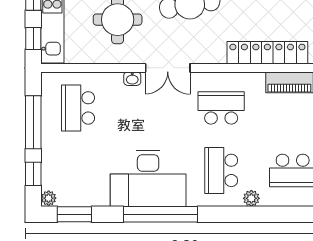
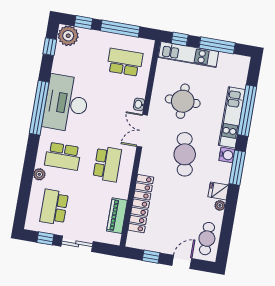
school desk: (221, 170) -> (63, 156), turned 180
plant: (49, 198) -> (68, 36), width x1.88, depth x1.88
window: (74, 214) -> (50, 47), width x0.67

